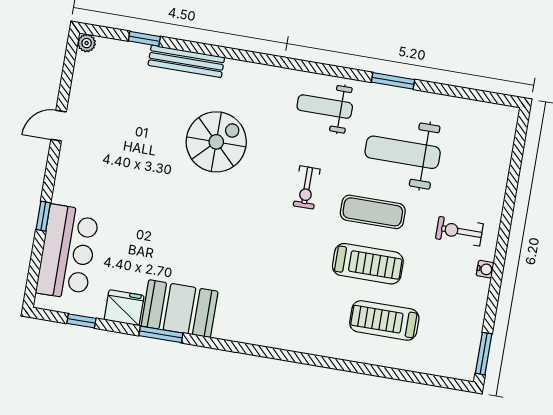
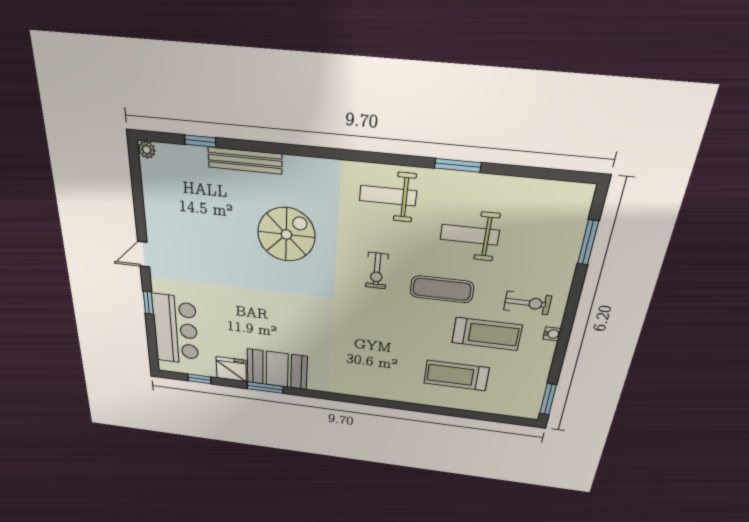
door: (59, 126) -> (144, 254), moved
weight bench: (403, 152) -> (470, 235), width x0.73, depth x0.75
window: (515, 166) -> (588, 242), added
exercise bike: (459, 231) -> (527, 303), turned 180
treadmill: (368, 264) -> (487, 334), moved

